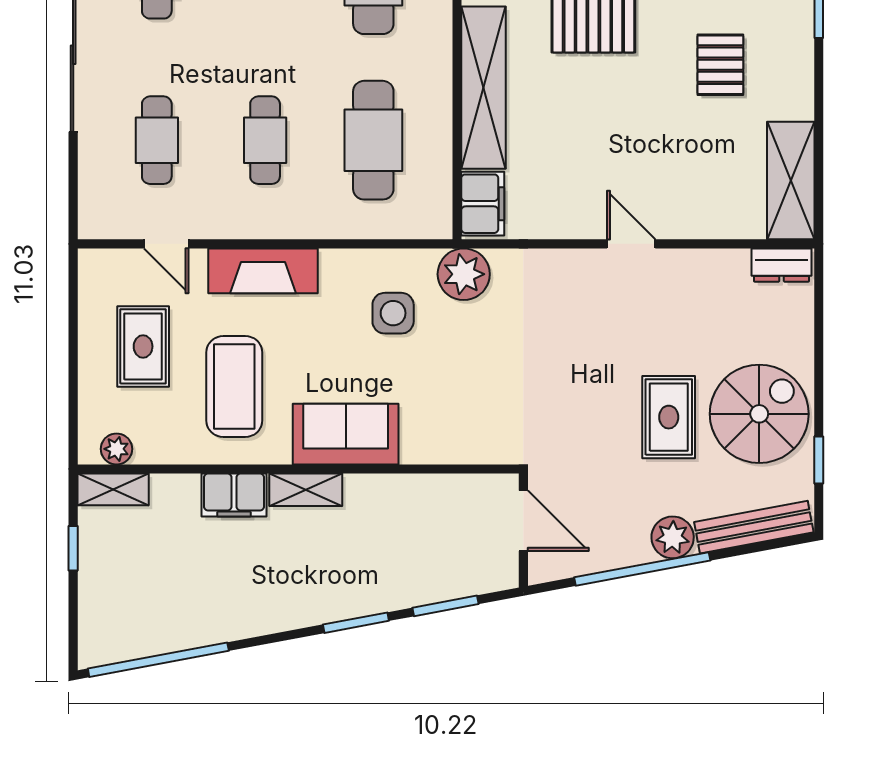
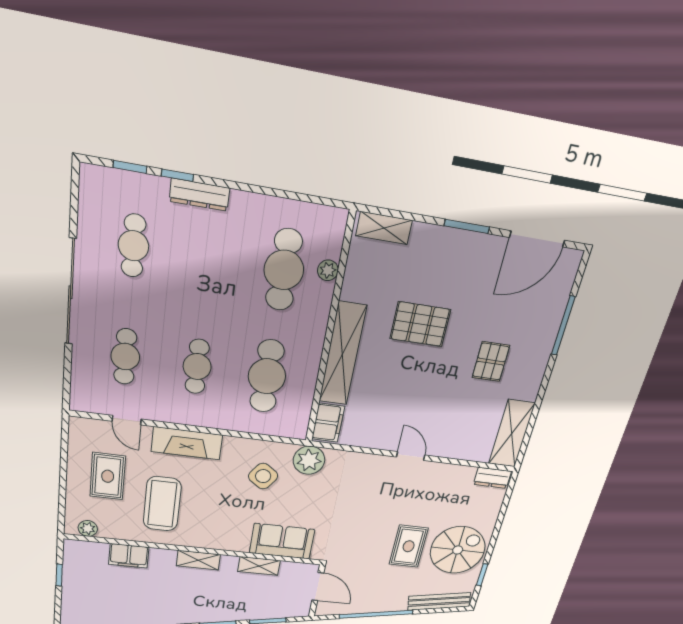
side table: (393, 313) -> (263, 476), turned 35
sofa: (346, 434) -> (282, 541), moved
shelving: (113, 489) -> (259, 566), moved
filing cabinet: (234, 495) -> (129, 556), moved
plant: (673, 537) -> (396, 602), removed

